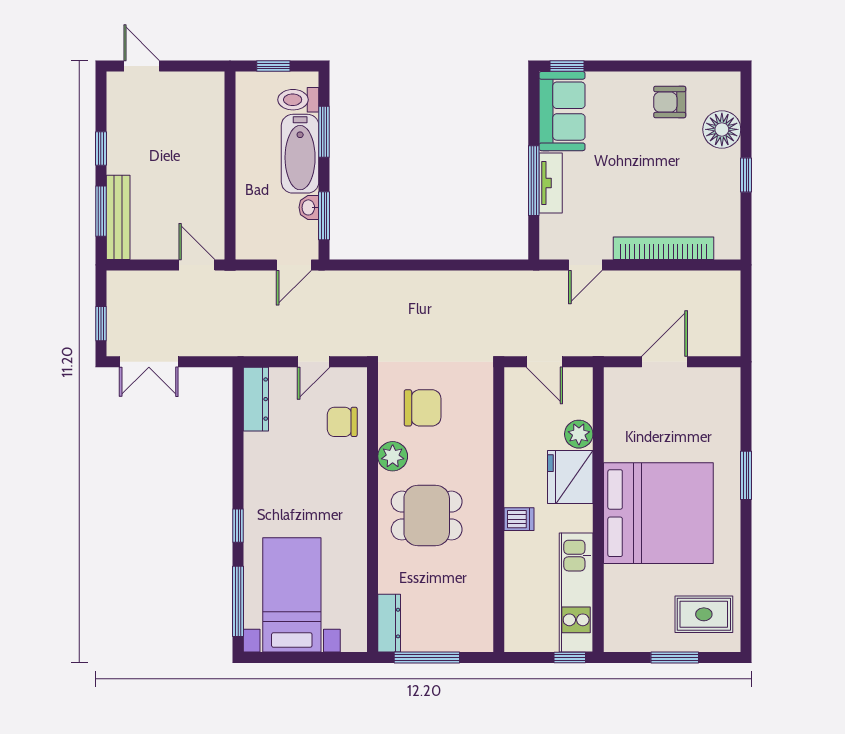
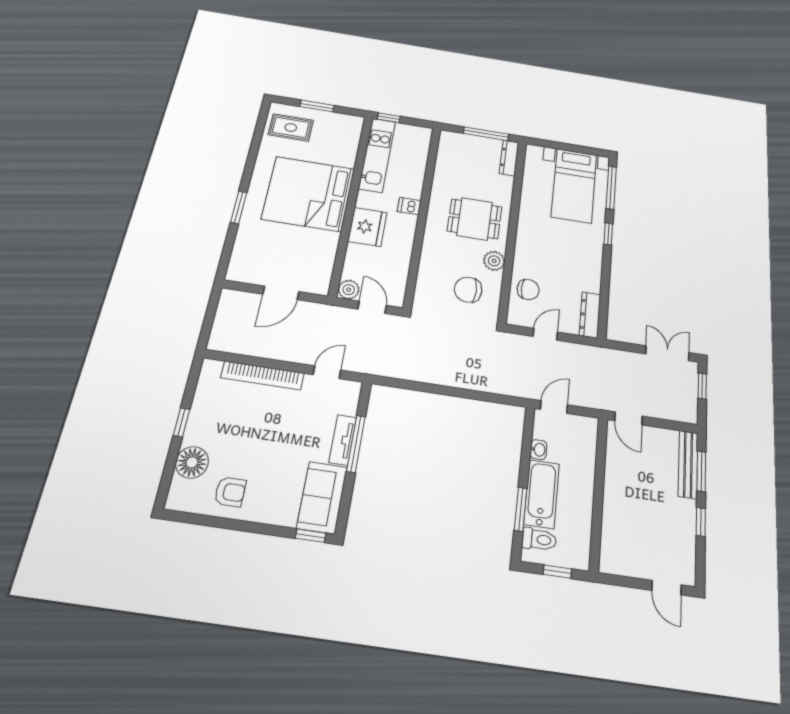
window: (324, 216) -> (527, 441), removed
plant: (579, 434) -> (349, 290), moved

